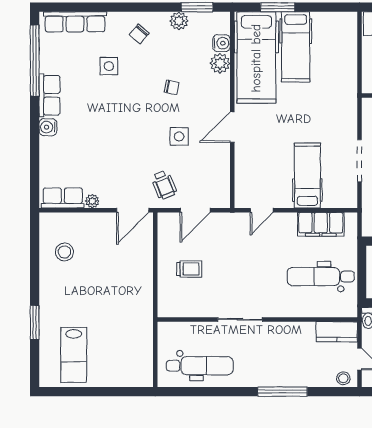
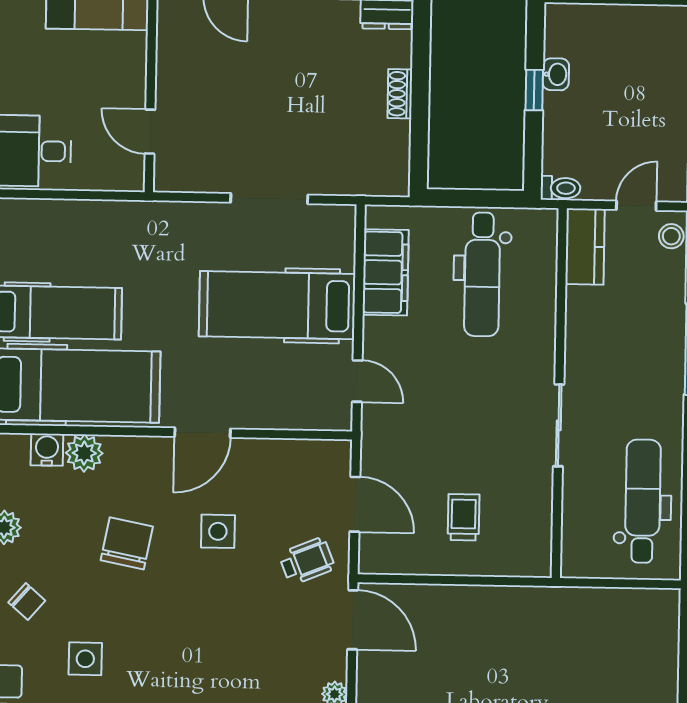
chair: (172, 87) -> (127, 543), width x1.87, depth x1.87
door: (232, 127) -> (202, 433), hinge flipped
hospital bed: (307, 176) -> (277, 305), width x1.37, depth x1.29

